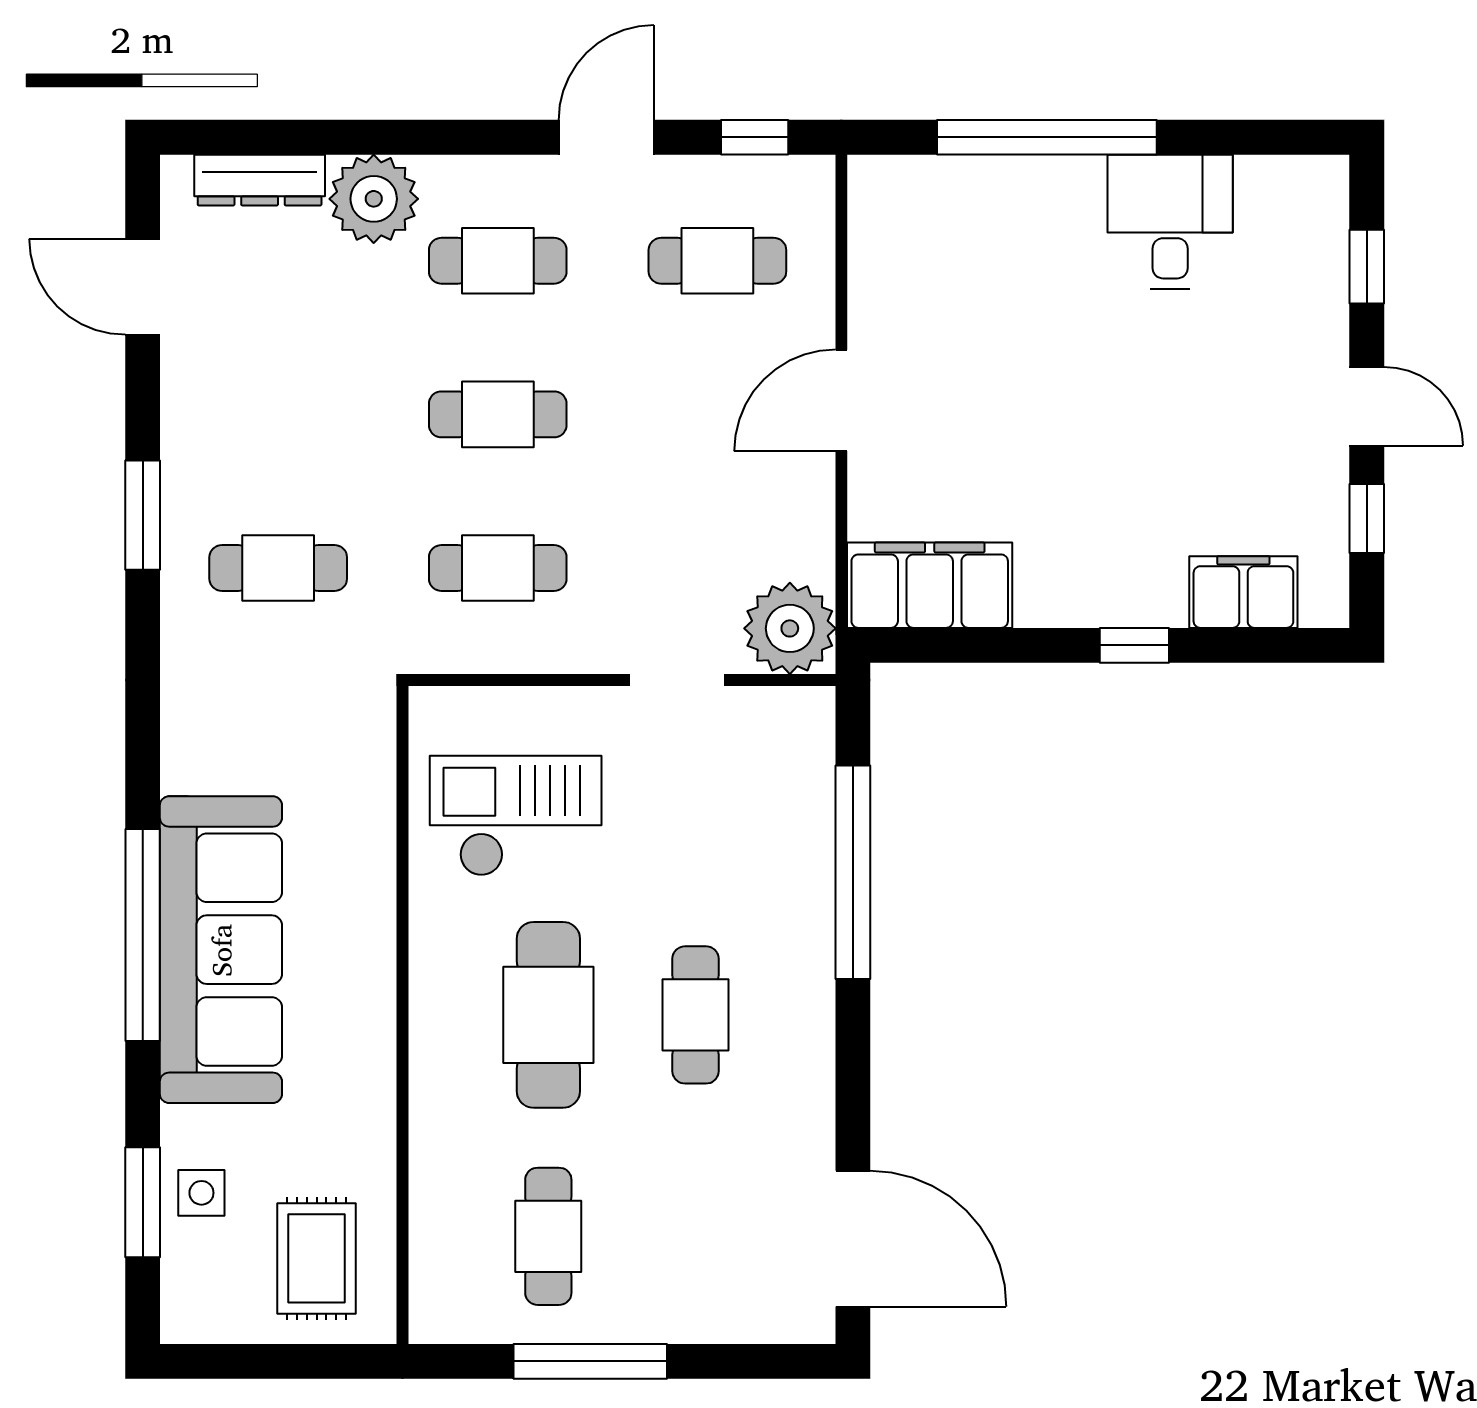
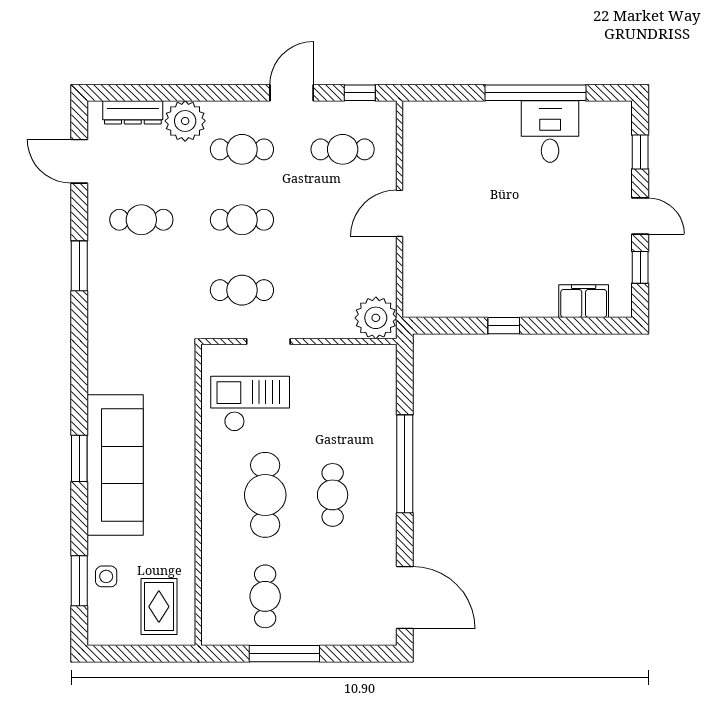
window: (1047, 137) -> (536, 93), moved
cafe table: (278, 568) -> (141, 220), moved
filing cabinet: (930, 585) -> (440, 298), removed
window: (1134, 645) -> (504, 326), moved
doorway: (677, 680) -> (268, 341), moved
window: (853, 872) -> (405, 464), moved
window: (143, 935) -> (79, 458), width x0.47

